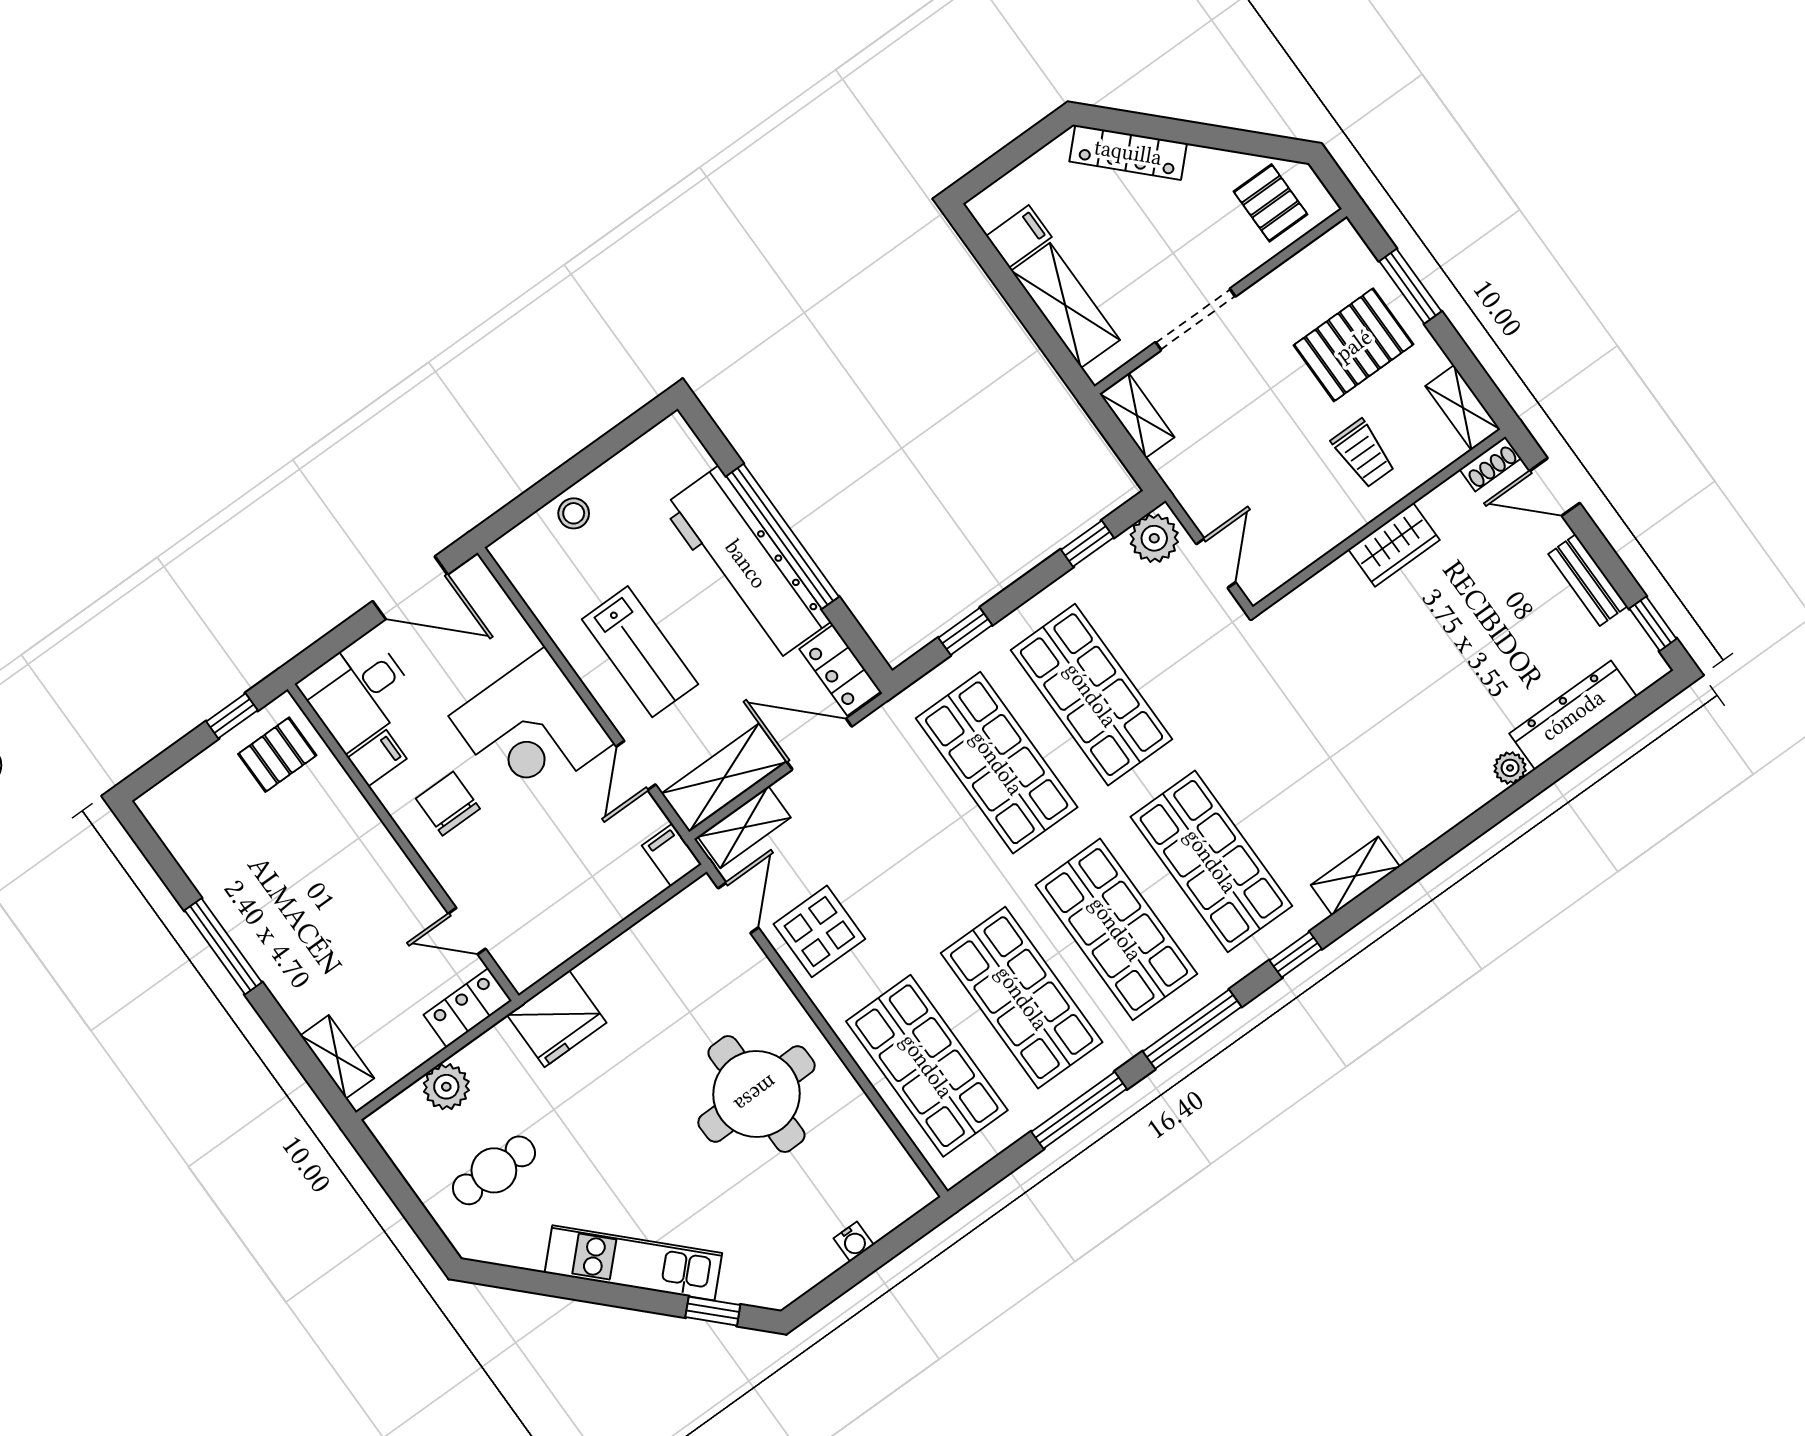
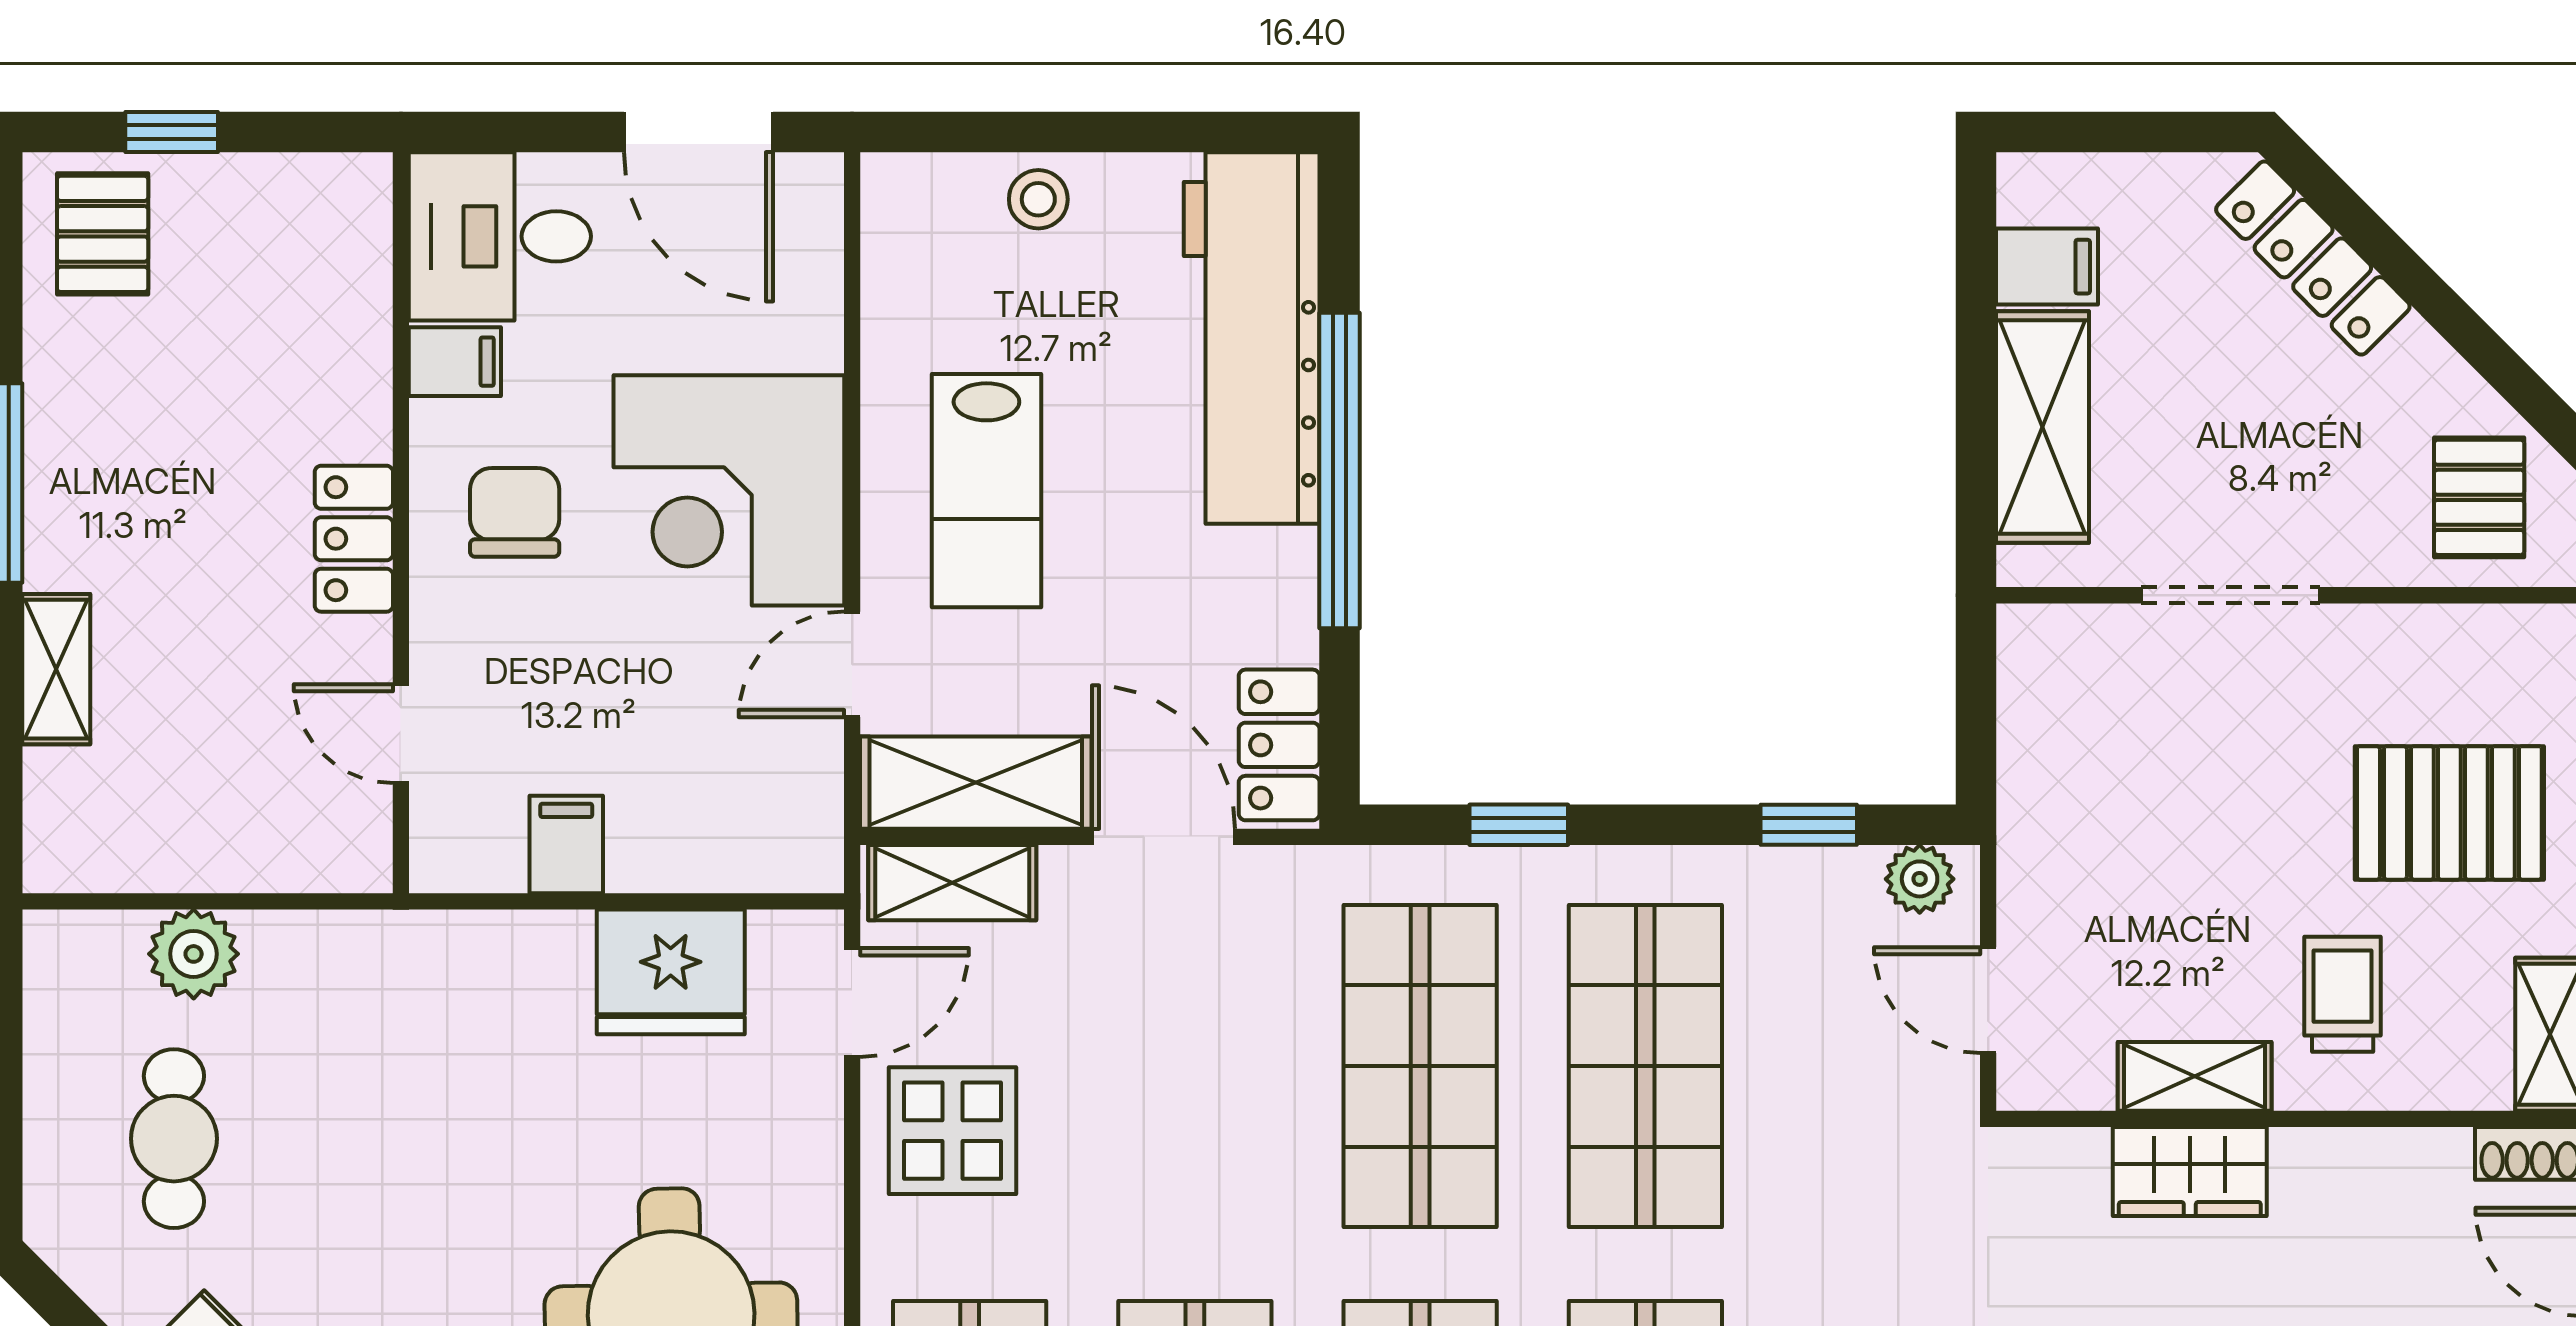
shelving: (1137, 415) -> (2195, 1076), moved, turned 90
trolley: (1363, 453) -> (2343, 994), turned 180
plant: (1154, 538) -> (1920, 879), width x0.73, depth x0.73
wardrobe: (1394, 545) -> (2190, 1172), moved
door: (1216, 563) -> (1988, 1000), swing flipped
workbench: (746, 564) -> (1252, 338), moved
window: (232, 716) -> (172, 132), moved
pallet: (277, 755) -> (103, 234), moved, turned 90
filing cabinet: (672, 855) -> (566, 845), moved
locker: (468, 1008) -> (354, 539), moved, turned -90
fridge: (557, 1019) -> (671, 972), moved
shelving: (337, 1057) -> (56, 669), moved
cafe table: (494, 1170) -> (174, 1139), turned 90

